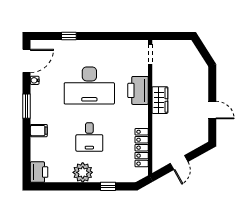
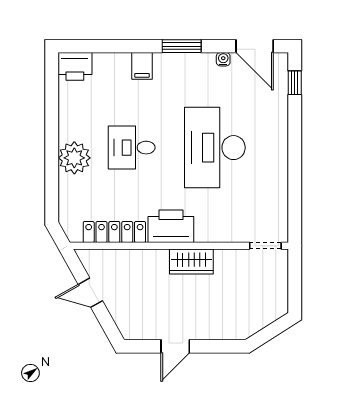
window: (69, 36) -> (295, 83), moved
printer: (138, 90) -> (171, 226), moved
plant: (83, 172) -> (74, 158), moved
window: (108, 186) -> (52, 178), removed

